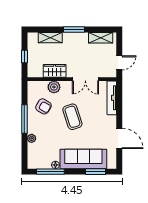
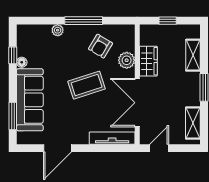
door: (119, 63) -> (159, 148), swing flipped
double door: (85, 79) -> (137, 103), width x1.37
window: (50, 172) -> (13, 55), width x0.46

